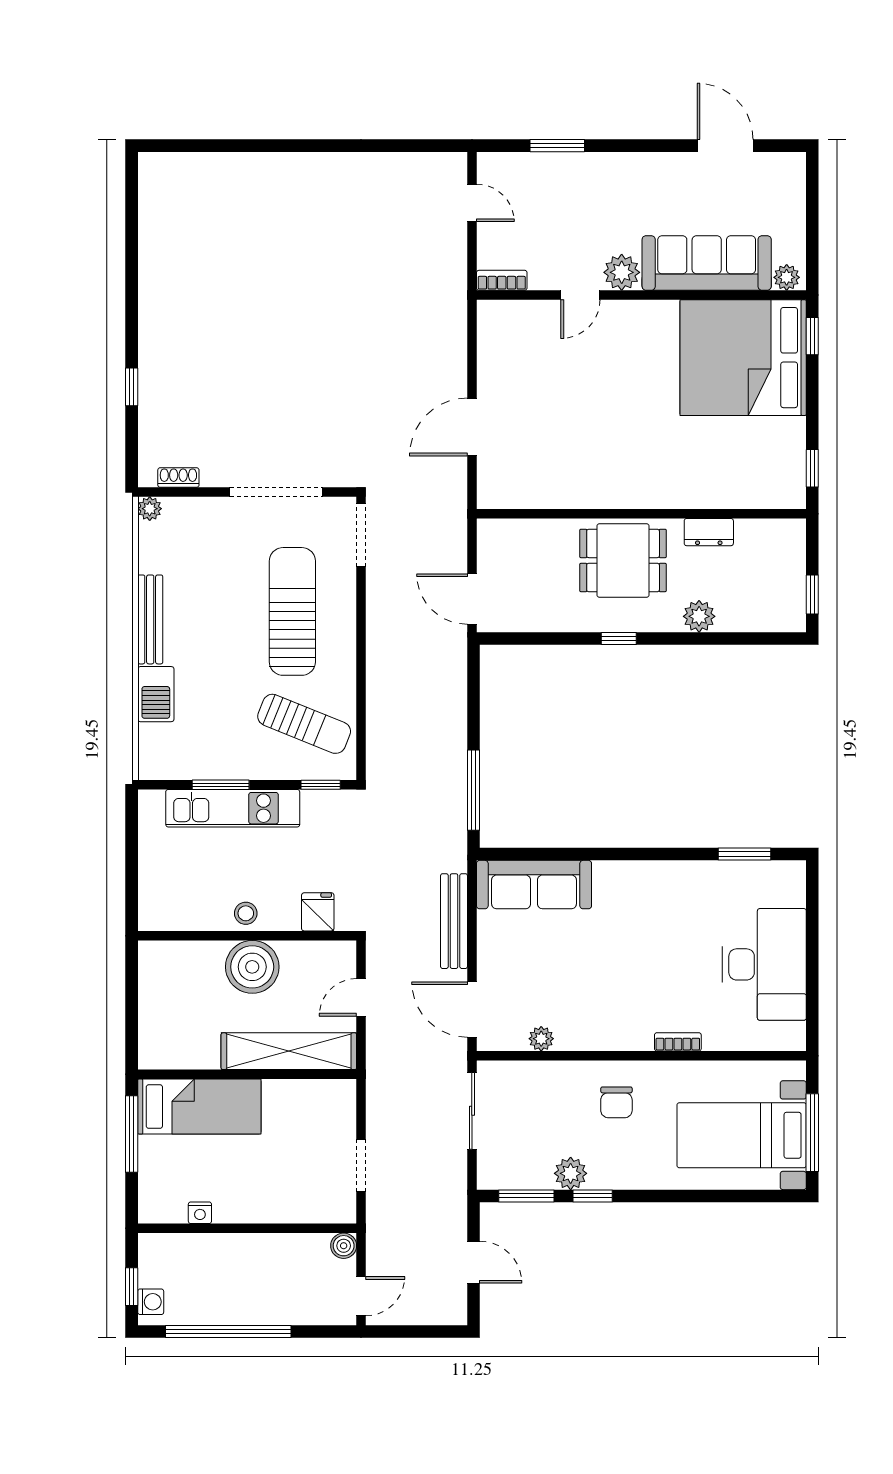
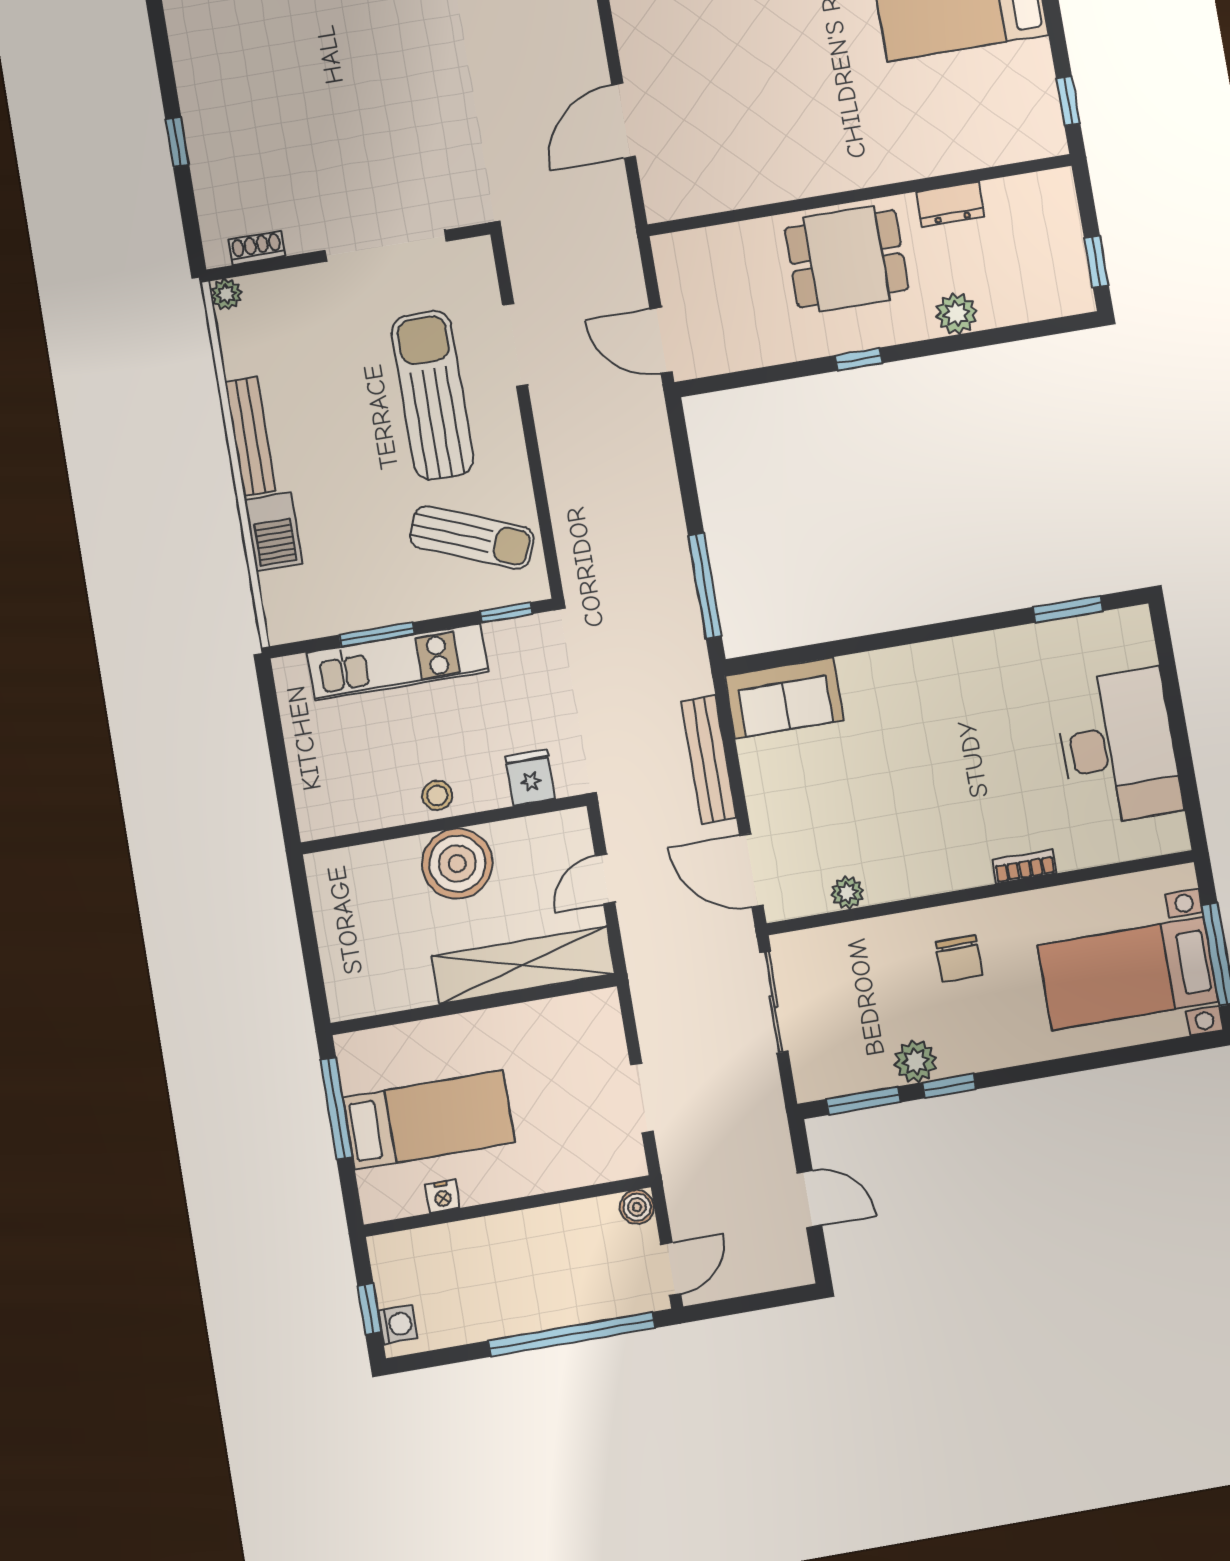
doorway: (361, 535) -> (515, 345), moved
sofa: (534, 885) -> (784, 698), width x0.73
bed: (199, 1107) -> (429, 1120), moved
window: (228, 1331) -> (572, 1334), moved

